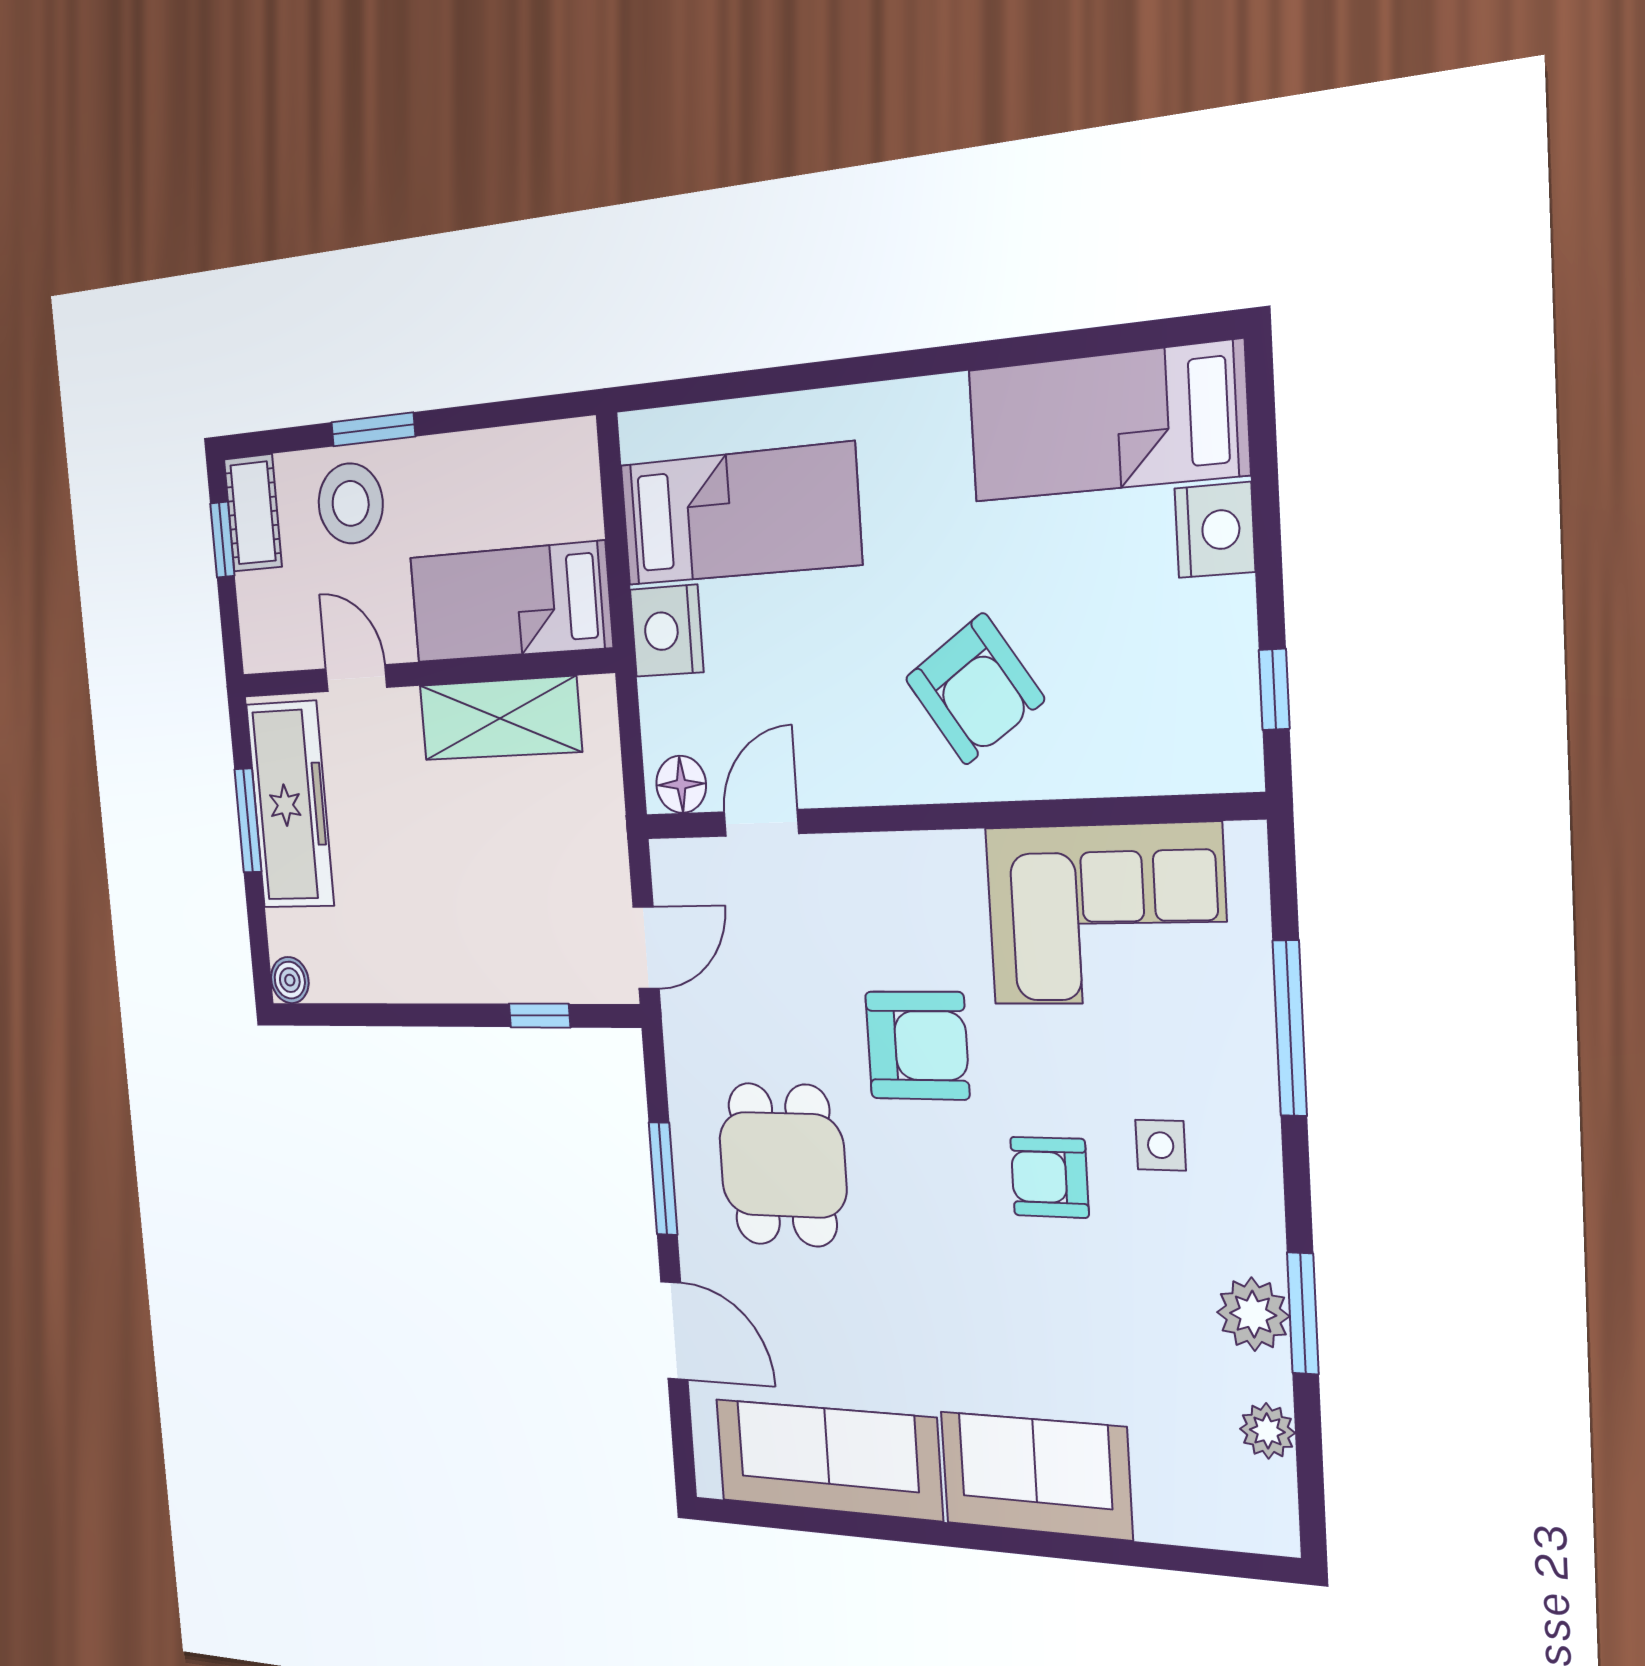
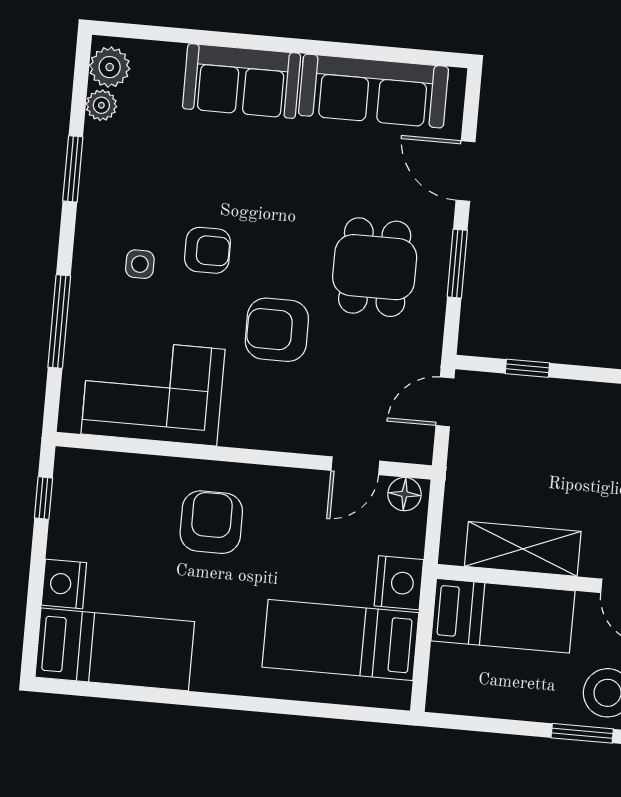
armchair: (975, 689) -> (211, 522), turned 34
plant: (1253, 1314) -> (110, 67), moved

